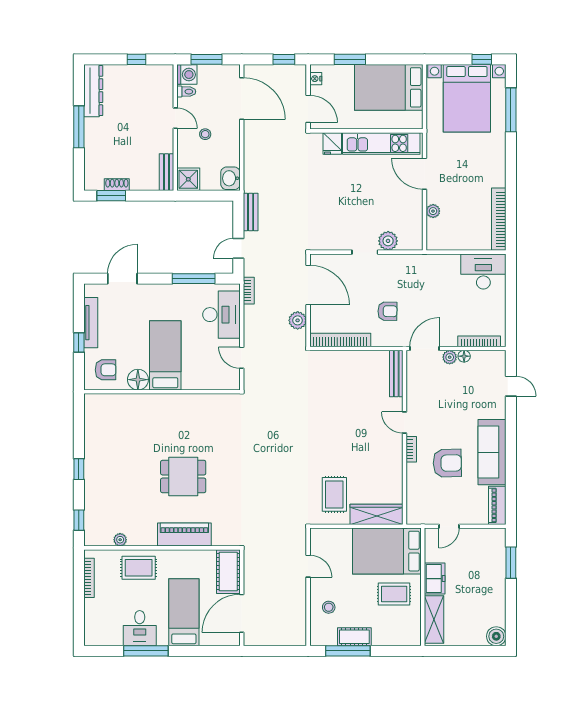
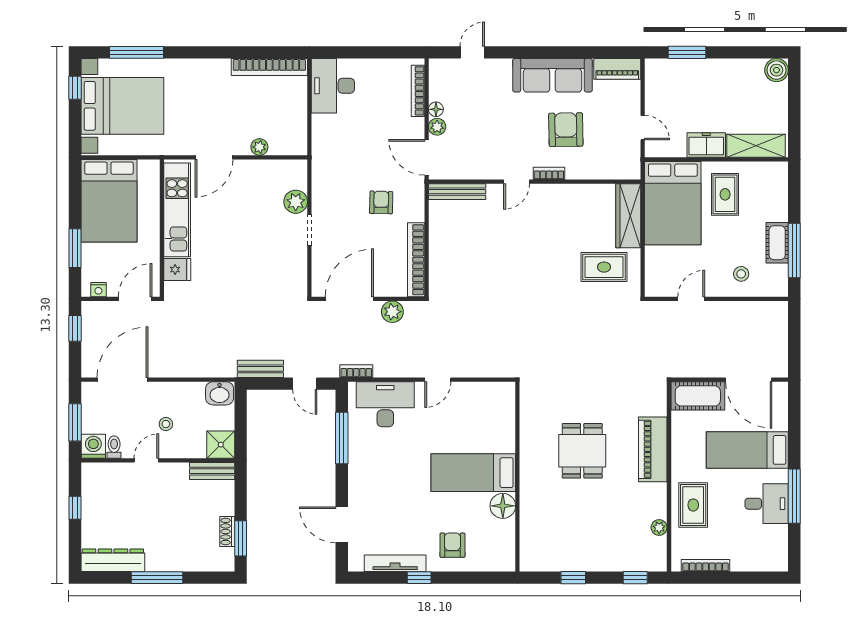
bed: (165, 355) -> (473, 473), moved
floor lamp: (138, 380) -> (503, 506), moved
wall: (162, 392) -> (517, 477), moved

